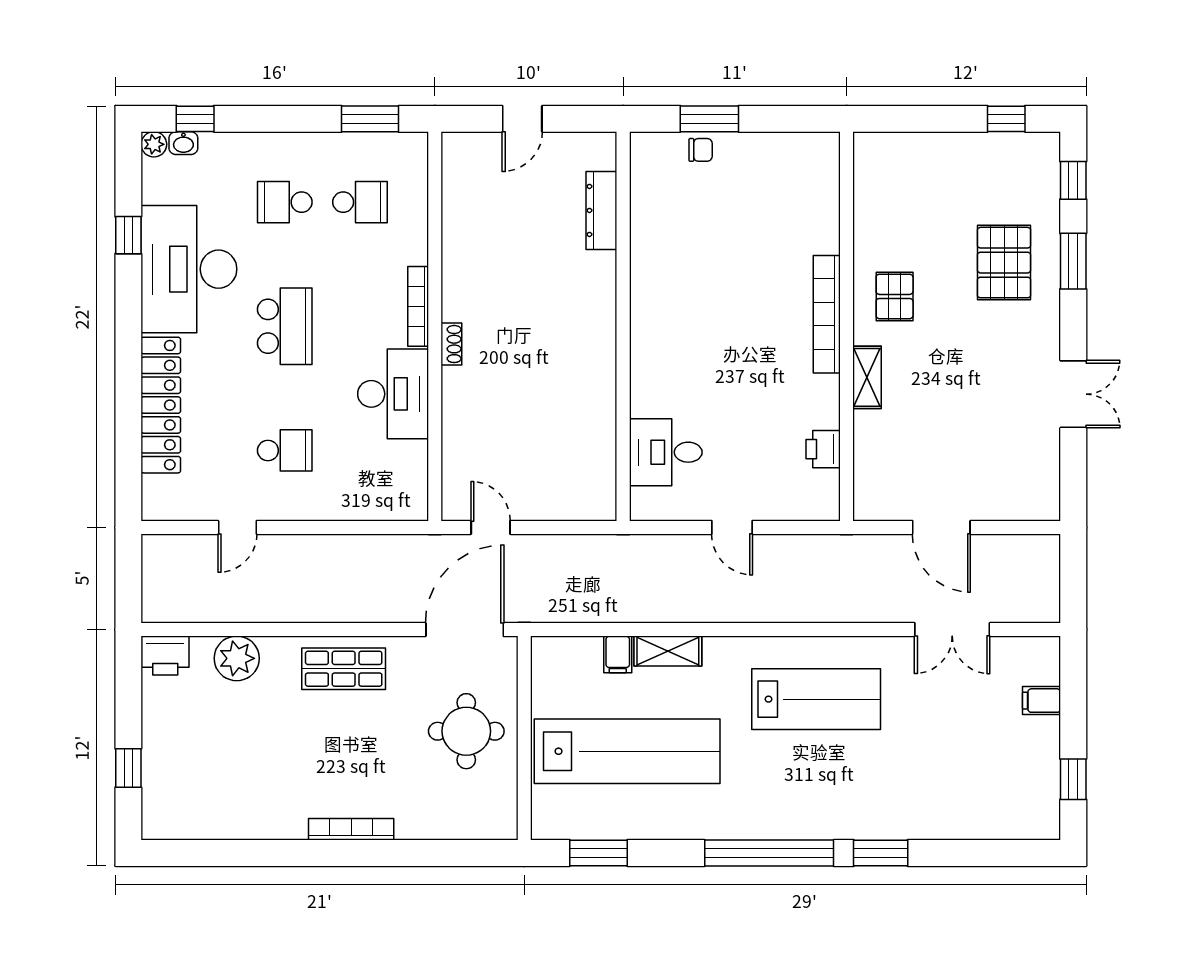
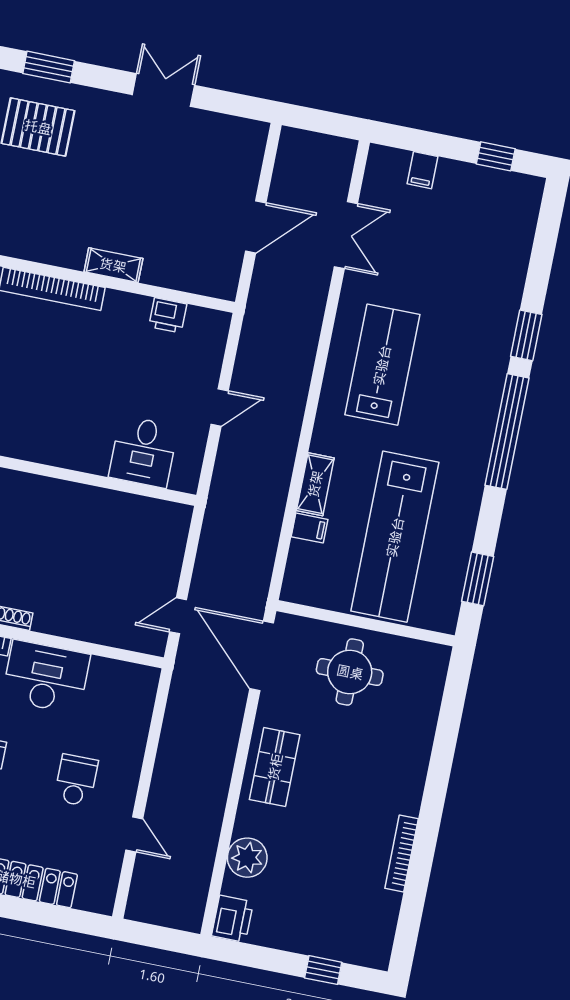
pallet: (895, 296) -> (48, 227), removed
lab bench: (627, 751) -> (395, 537), turned 180
bookcase: (351, 829) -> (402, 854), moved

